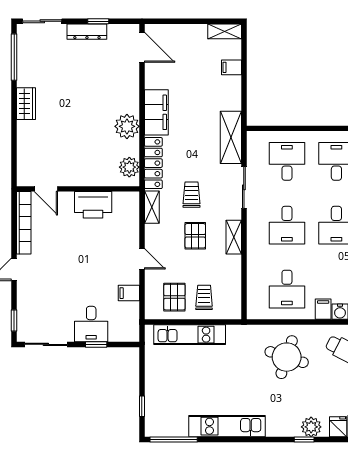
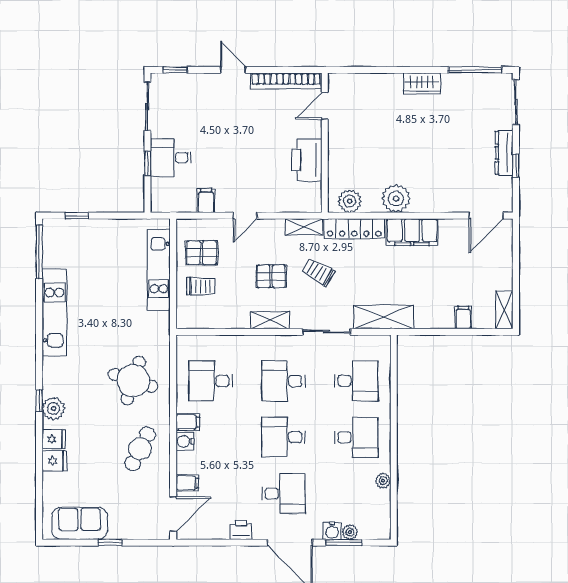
trolley: (191, 195) -> (318, 272), turned -150

